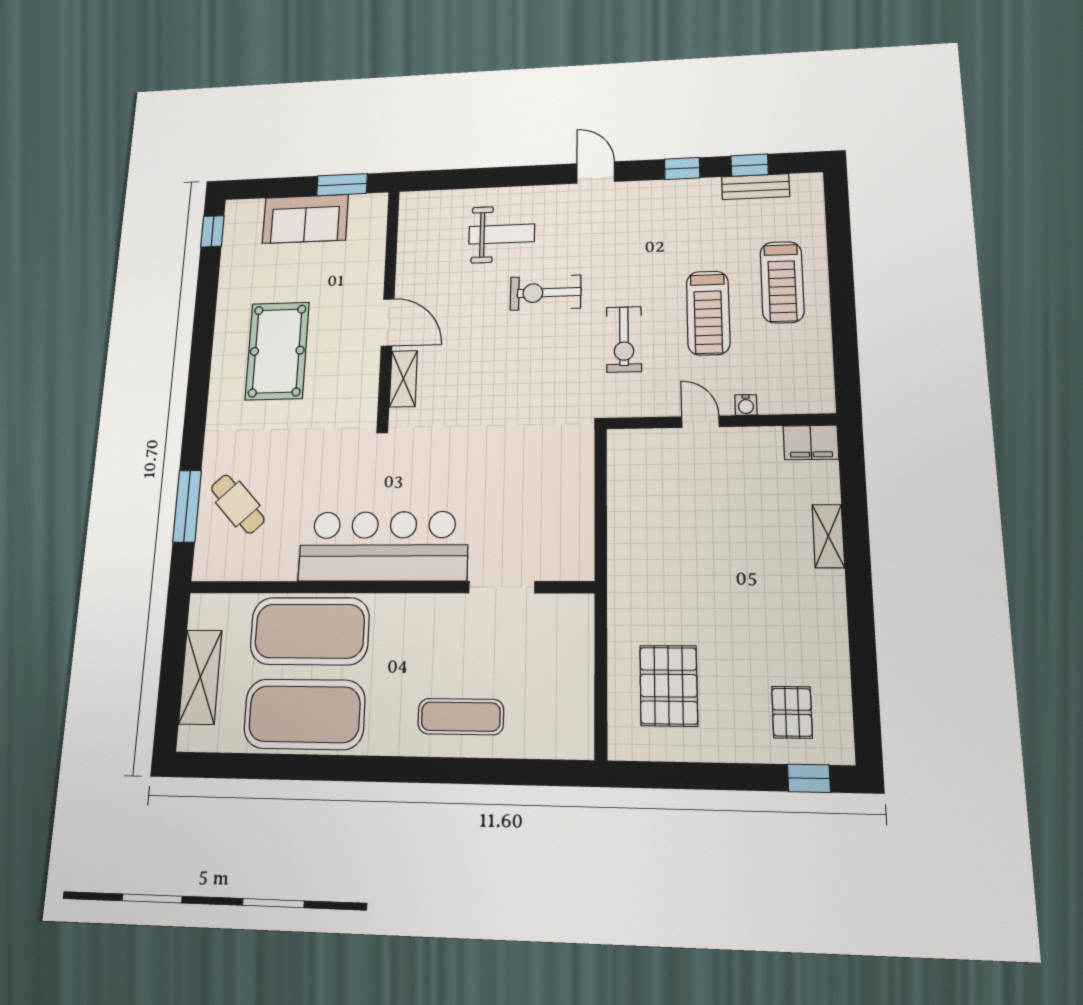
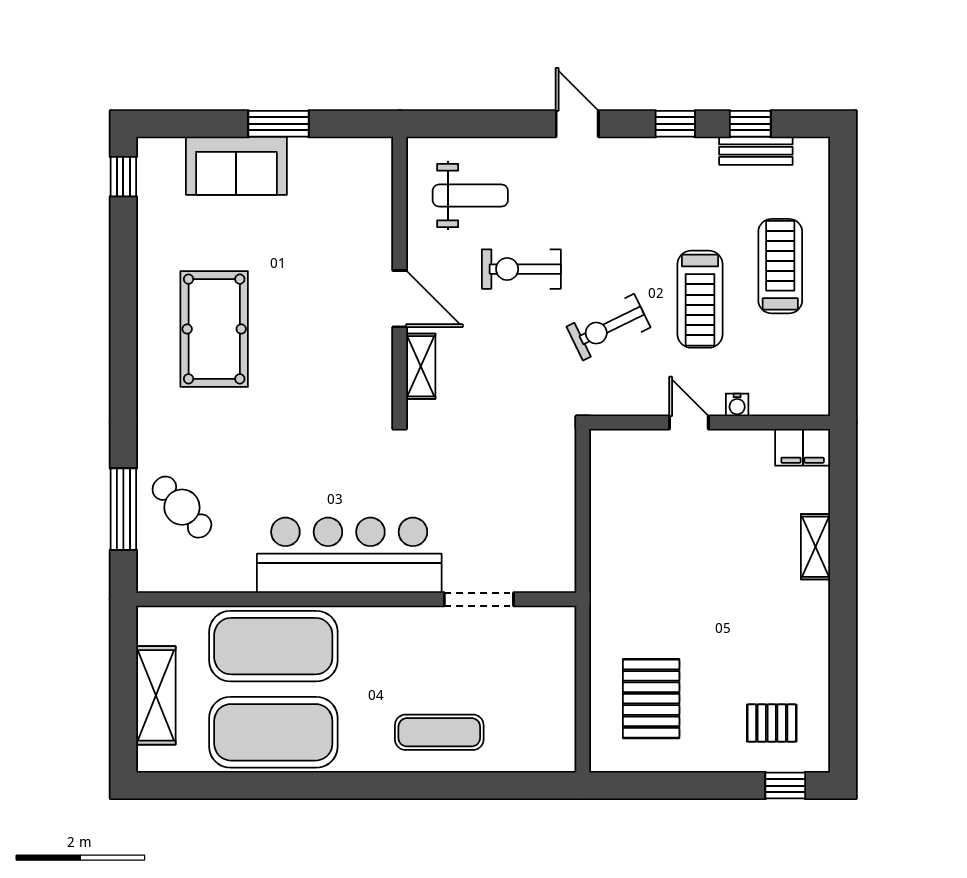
treadmill: (782, 282) -> (780, 266), turned 180
wall: (389, 304) -> (400, 276), moved
door: (388, 322) -> (400, 299), moved
exercise bike: (624, 339) -> (608, 327), turned 64
shelving: (403, 379) -> (421, 366), moved
pallet: (792, 712) -> (772, 723), turned 90

